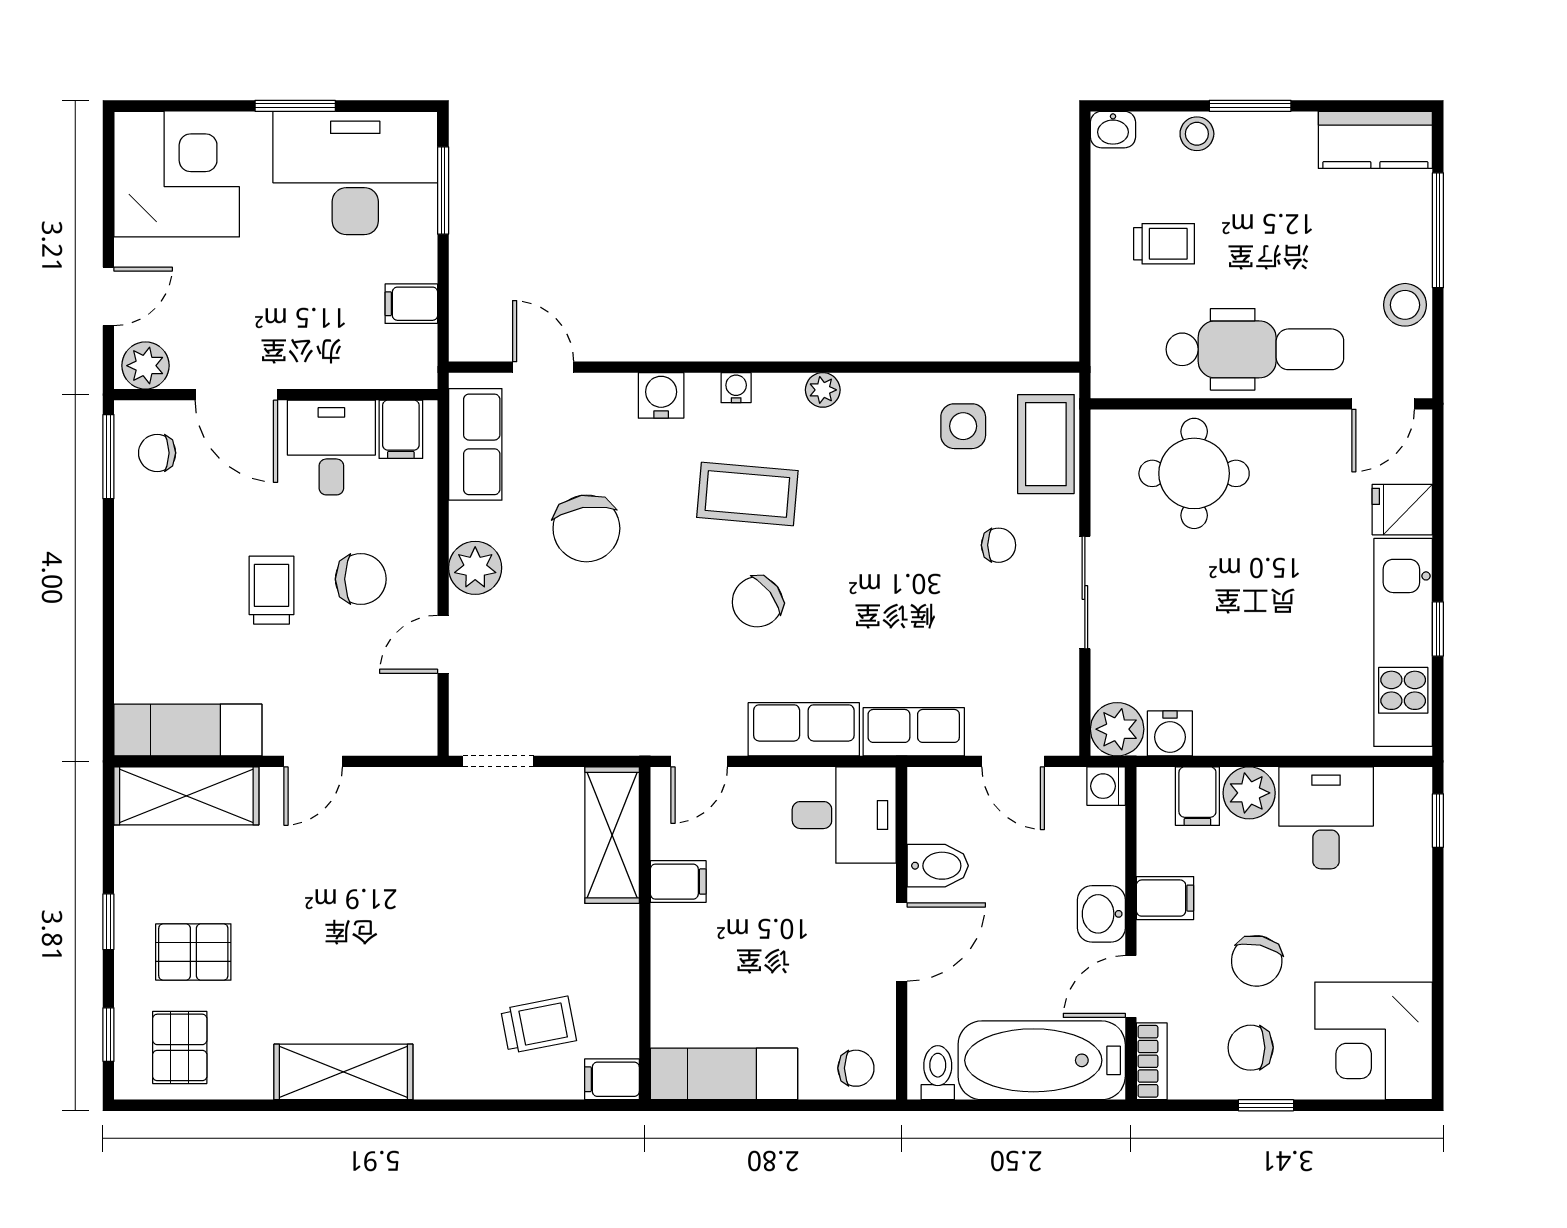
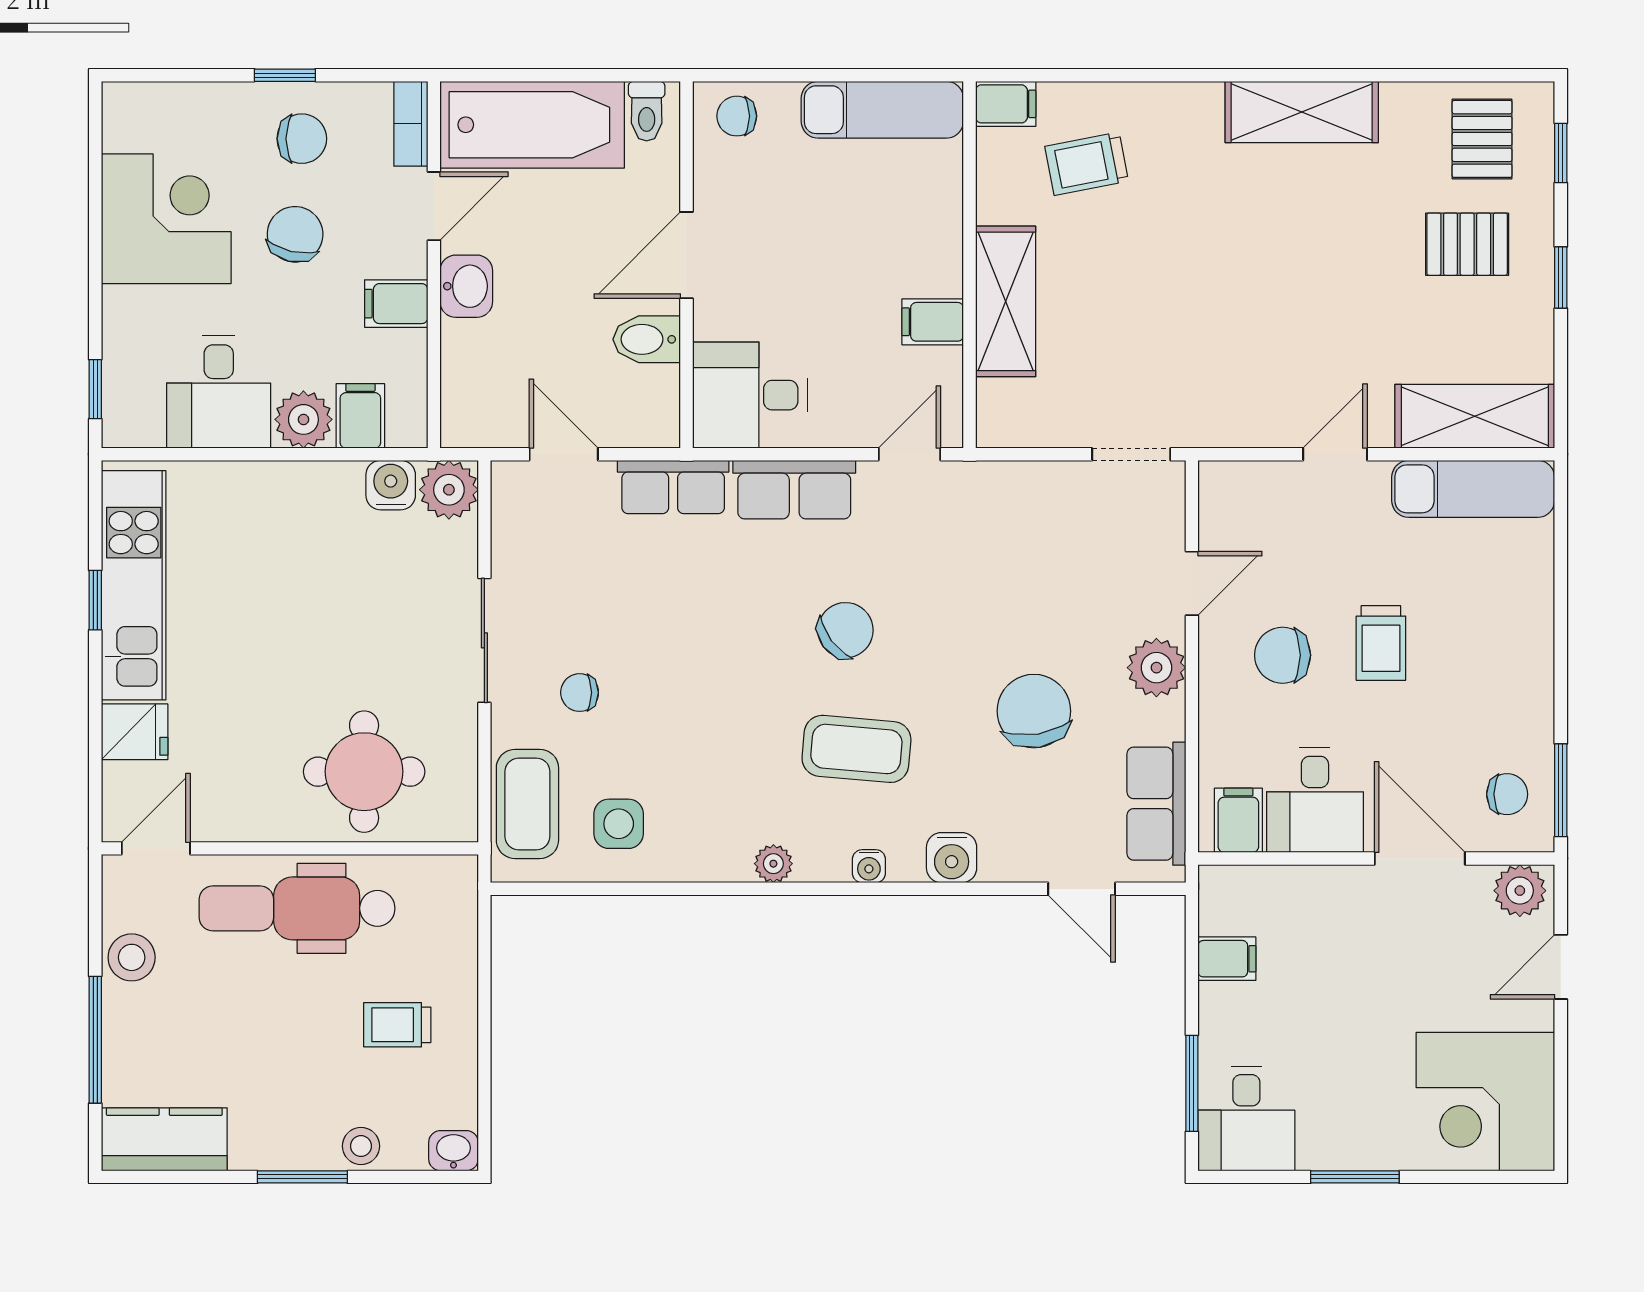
desk: (355, 173) -> (1246, 1119), width x0.53, depth x0.77
washing machine: (1106, 786) -> (461, 427), removed
shelving: (612, 835) -> (1006, 301), moved
corner desk: (1374, 1041) -> (166, 219), moved

